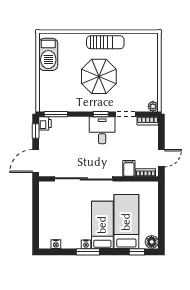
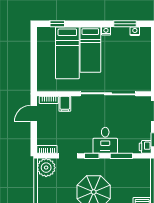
plant: (153, 106) -> (46, 168), width x1.87, depth x1.87
window: (56, 114) -> (121, 156), moved
desk: (102, 130) -> (105, 140), moved
floor lamp: (152, 242) -> (43, 33), removed
window: (88, 252) -> (125, 24), moved

